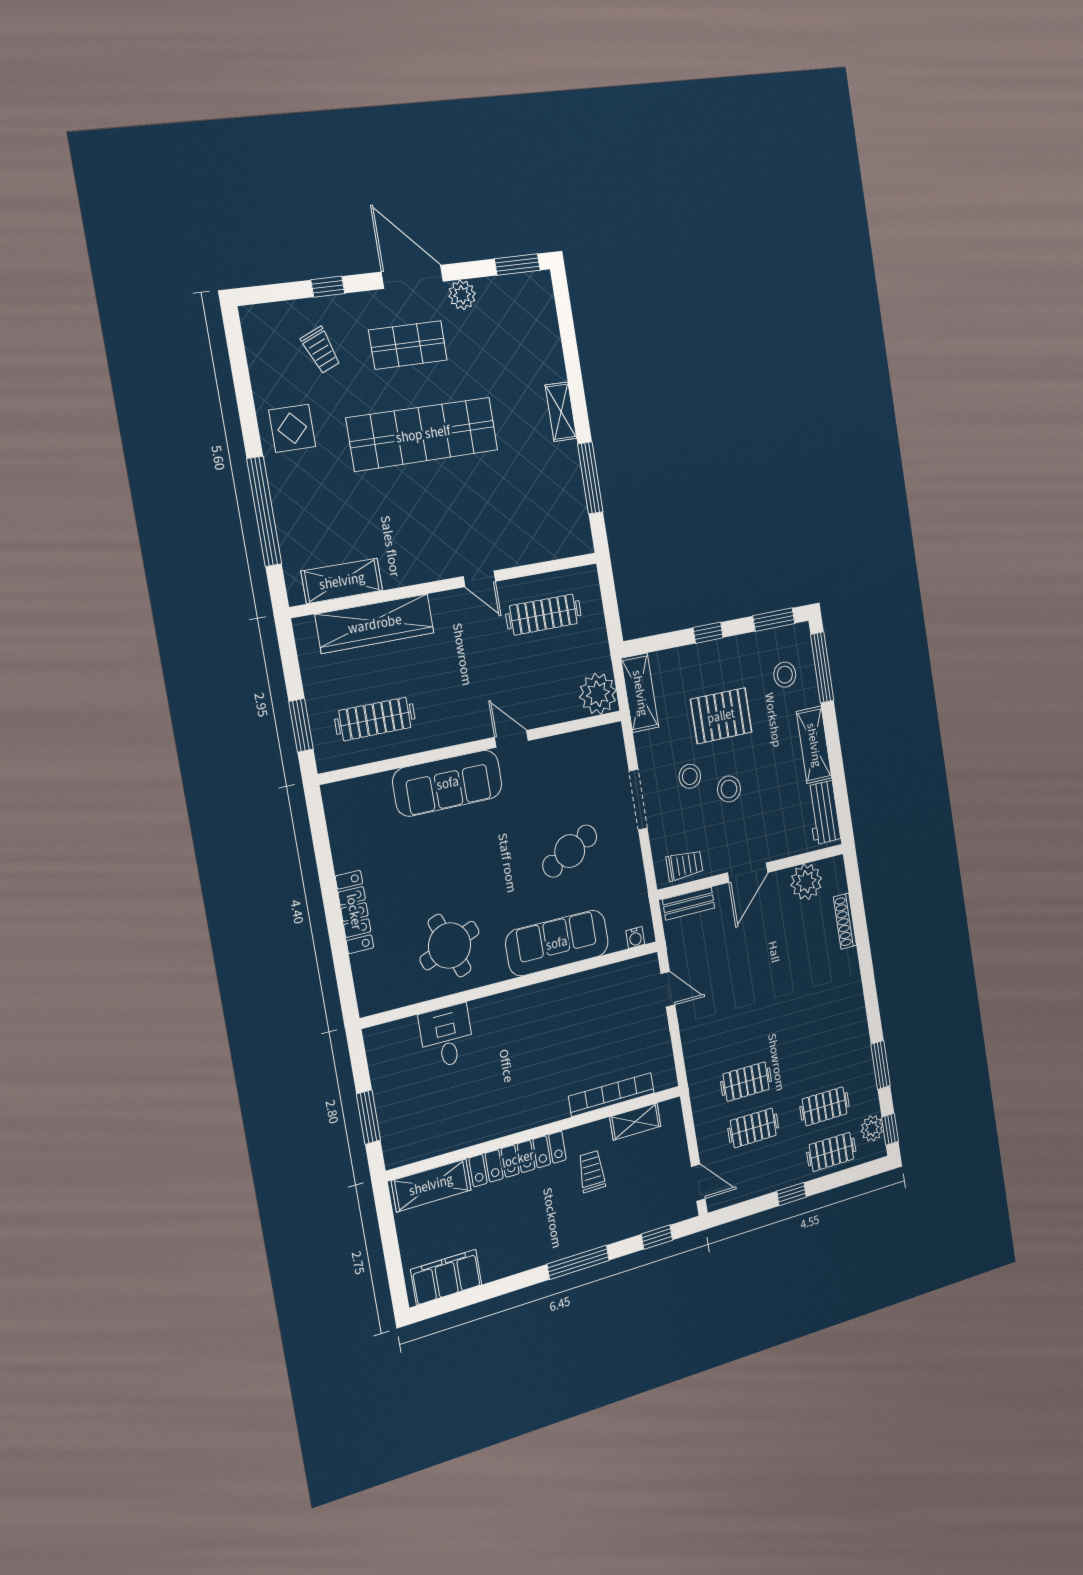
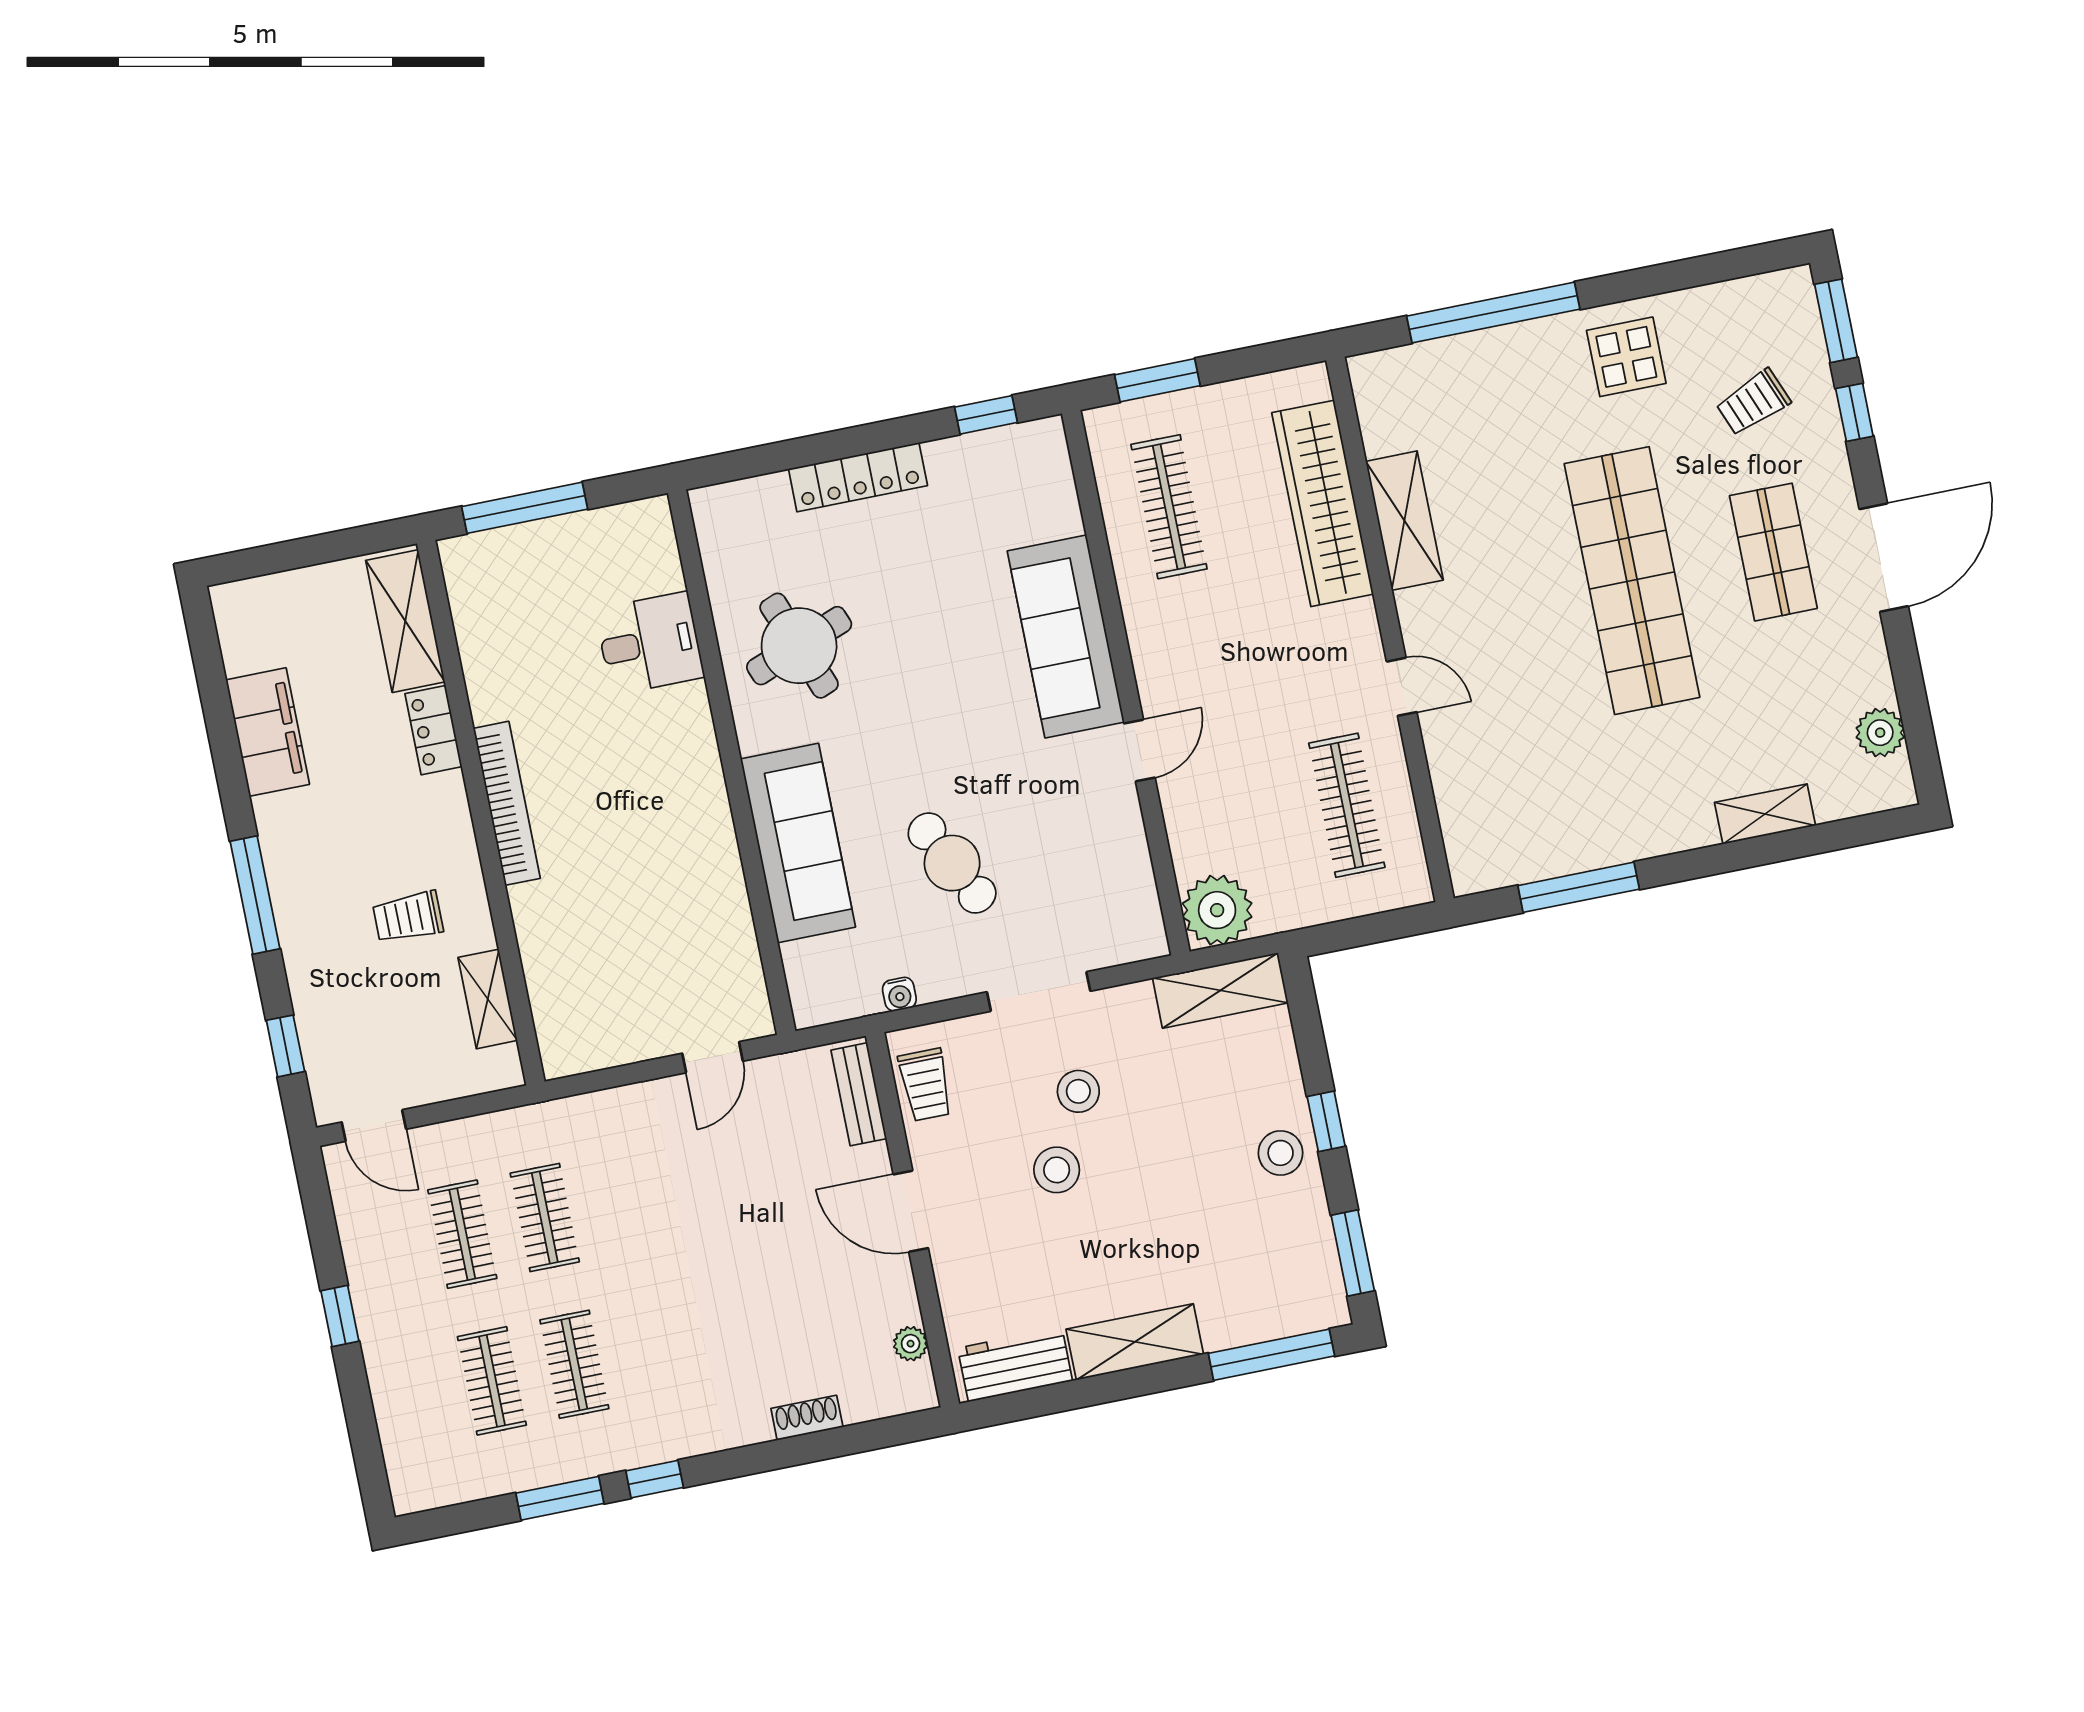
window: (517, 264) -> (1836, 321), moved
plant: (462, 295) -> (1880, 733), moved
shelving: (561, 412) -> (1765, 814), moved
door: (479, 579) -> (1402, 687), swing flipped
shelving: (342, 581) -> (1404, 521), moved
stool: (785, 675) -> (1281, 1153), moved
pallet: (721, 716) -> (1183, 1151), removed
window: (320, 833) -> (986, 415), added
plant: (806, 882) -> (911, 1344), width x0.53, depth x0.53
shoe rack: (845, 921) -> (807, 1418), width x0.70
water cooler: (635, 937) -> (899, 994), moved, turned -90
bookcase: (611, 1095) -> (507, 803), moved
window: (368, 1117) -> (525, 508), width x1.44
plant: (872, 1128) -> (446, 1483), removed
window: (890, 1129) -> (655, 1479), moved
clothes rail: (831, 1152) -> (574, 1364), moved
locker: (518, 1159) -> (434, 730), width x0.46, depth x0.83
trolley: (592, 1171) -> (408, 917), turned 180
door: (698, 1183) -> (374, 1126), hinge flipped
filing cabinet: (446, 1277) -> (268, 732), moved

